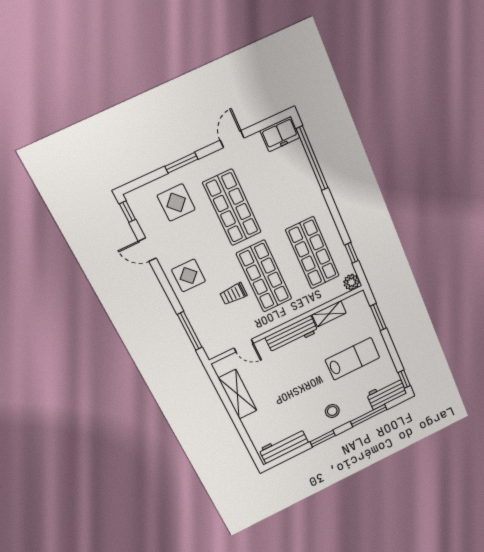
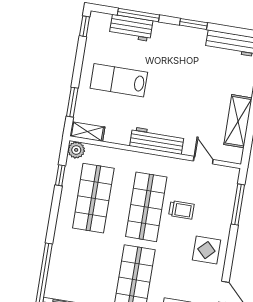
shelving: (329, 314) -> (87, 132), moved
workbench: (387, 394) -> (131, 28), moved
stool: (332, 411) -> (168, 44), removed

